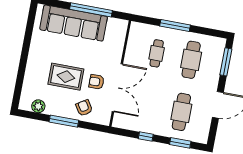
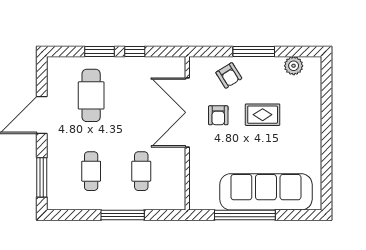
cafe table: (191, 60) -> (91, 171), width x0.73, depth x0.74
rug: (66, 77) -> (263, 115), width x0.73, depth x0.70
armchair: (96, 82) -> (218, 115), turned 90
window: (180, 143) -> (100, 51), moved

